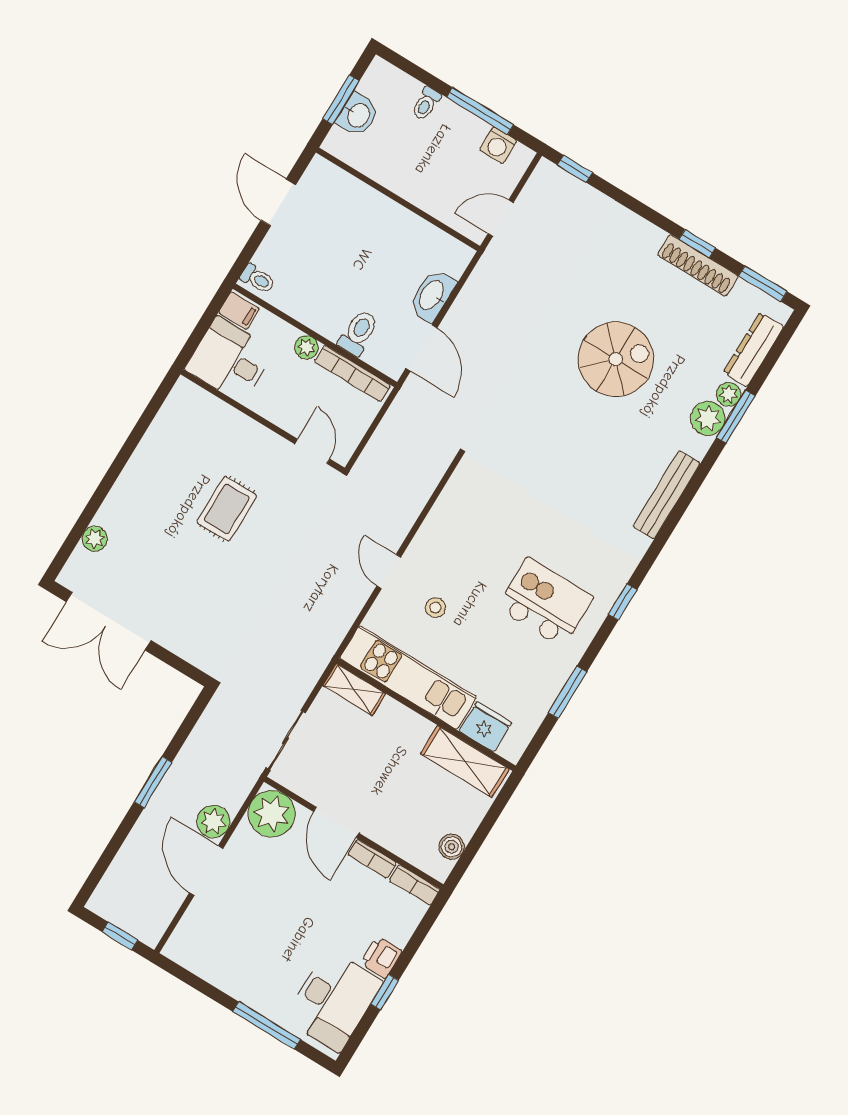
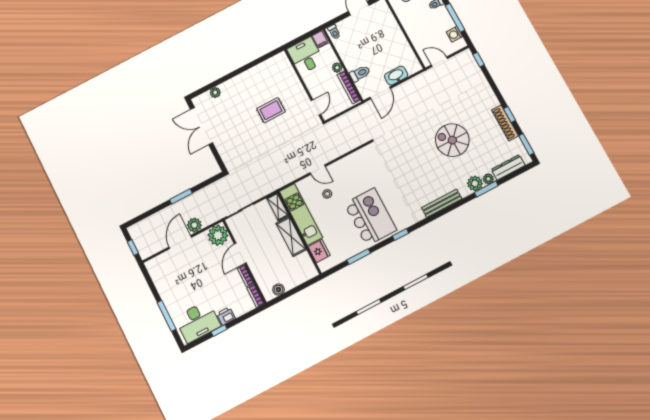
spiral stairs: (616, 359) -> (452, 140), turned 180
door: (389, 571) -> (318, 170), swing flipped
kitchen island: (545, 602) -> (370, 217), width x1.37, depth x1.28
shelving: (465, 761) -> (291, 236), moved

